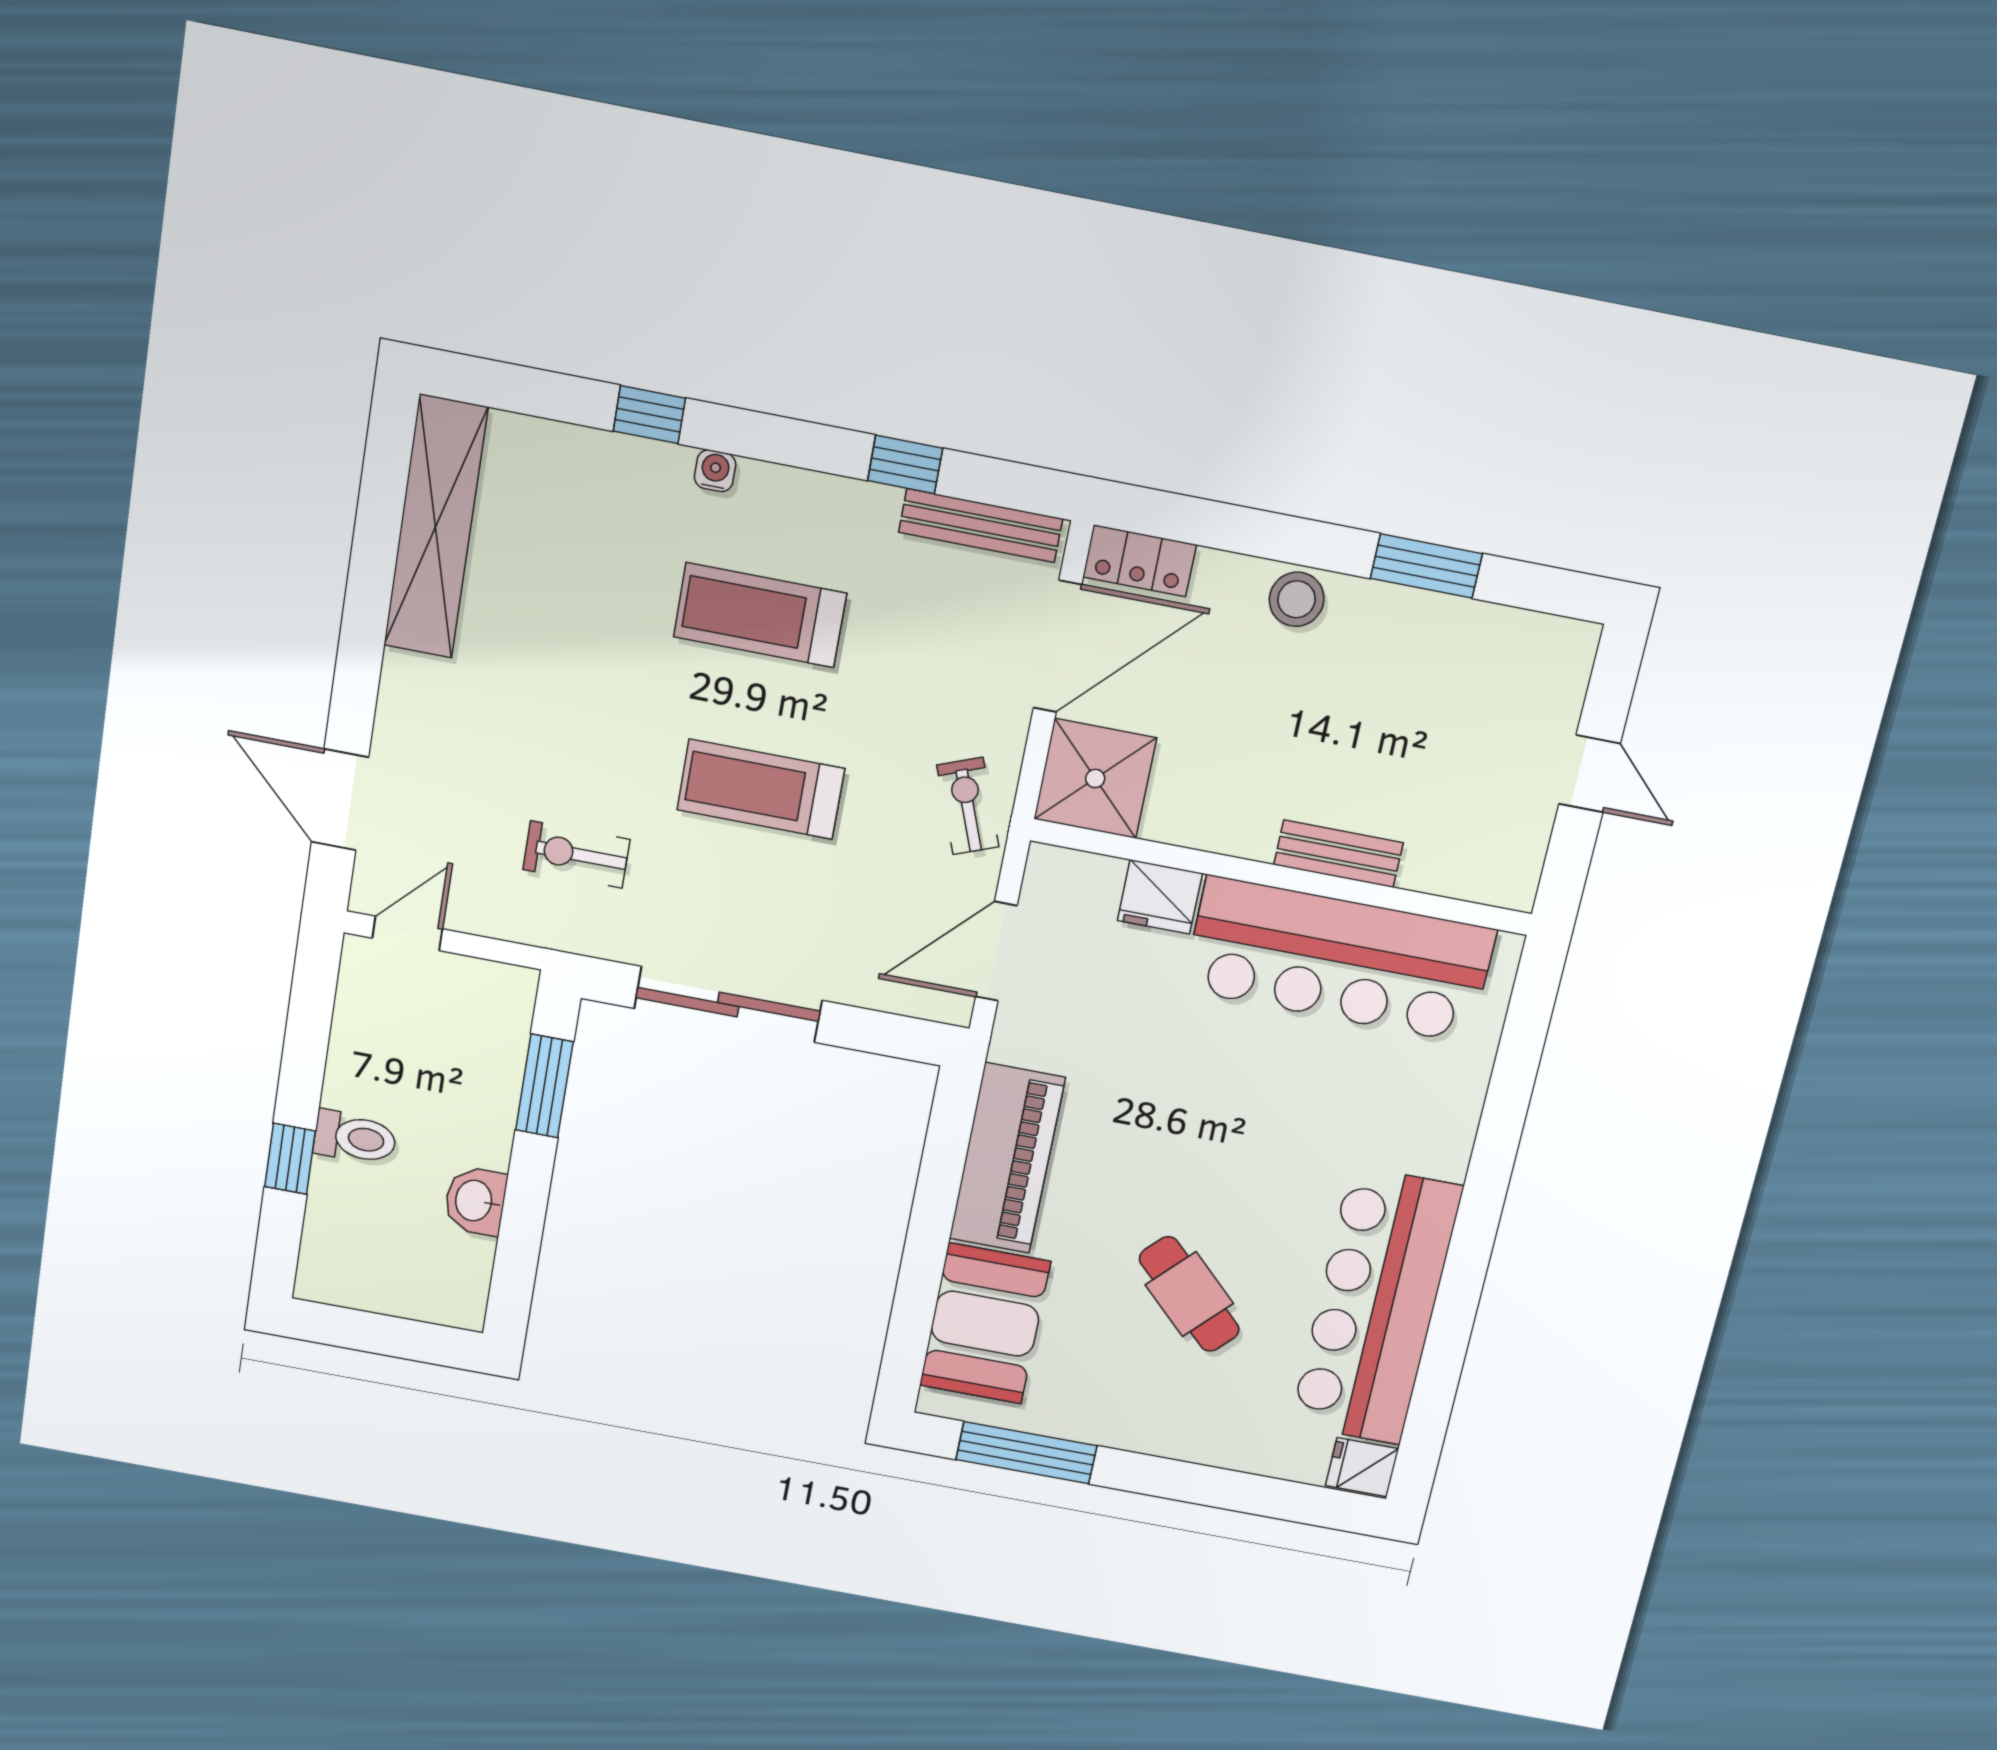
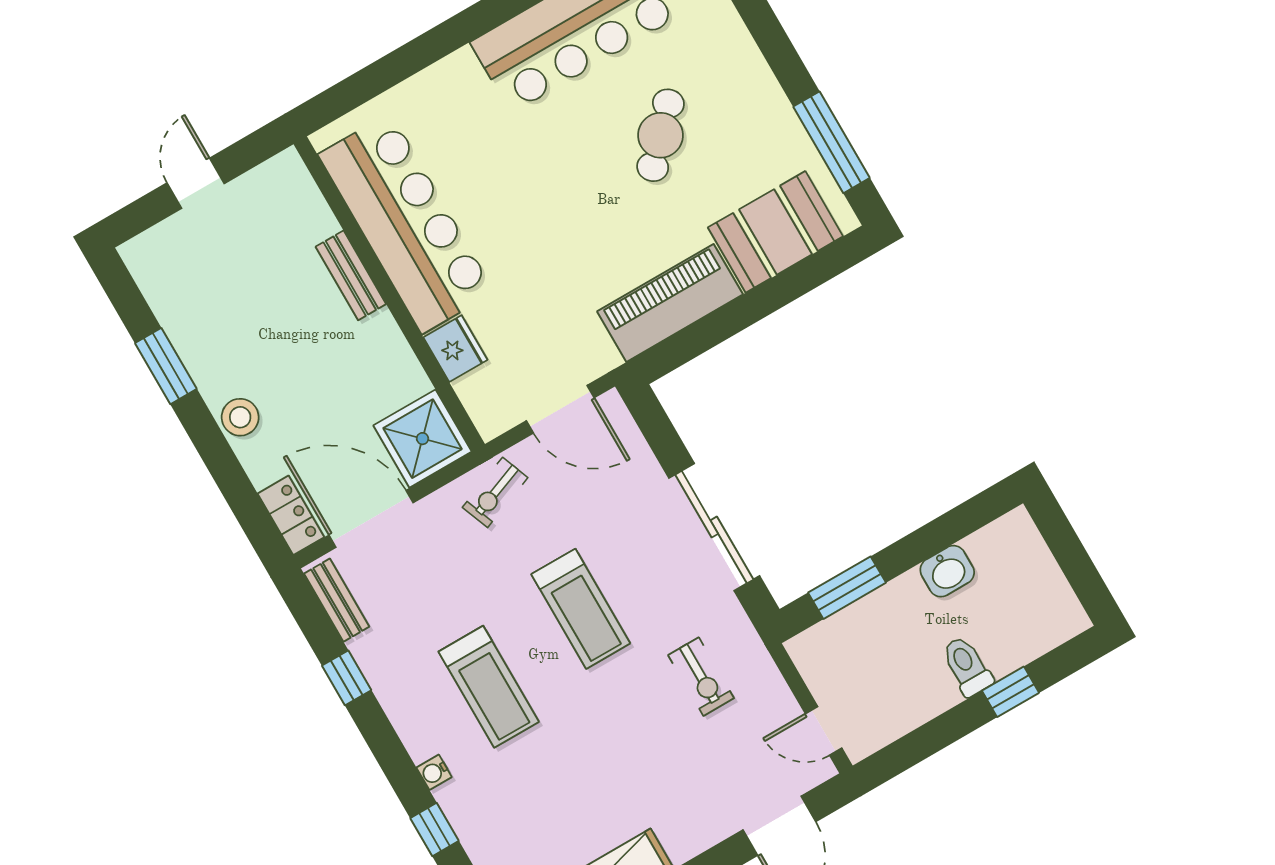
bench: (981, 525) -> (337, 600), width x0.73

